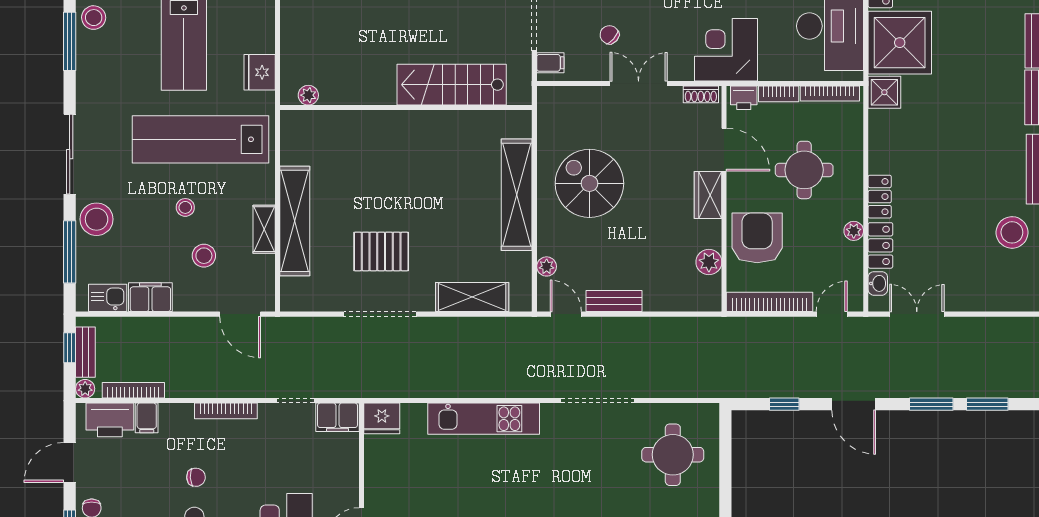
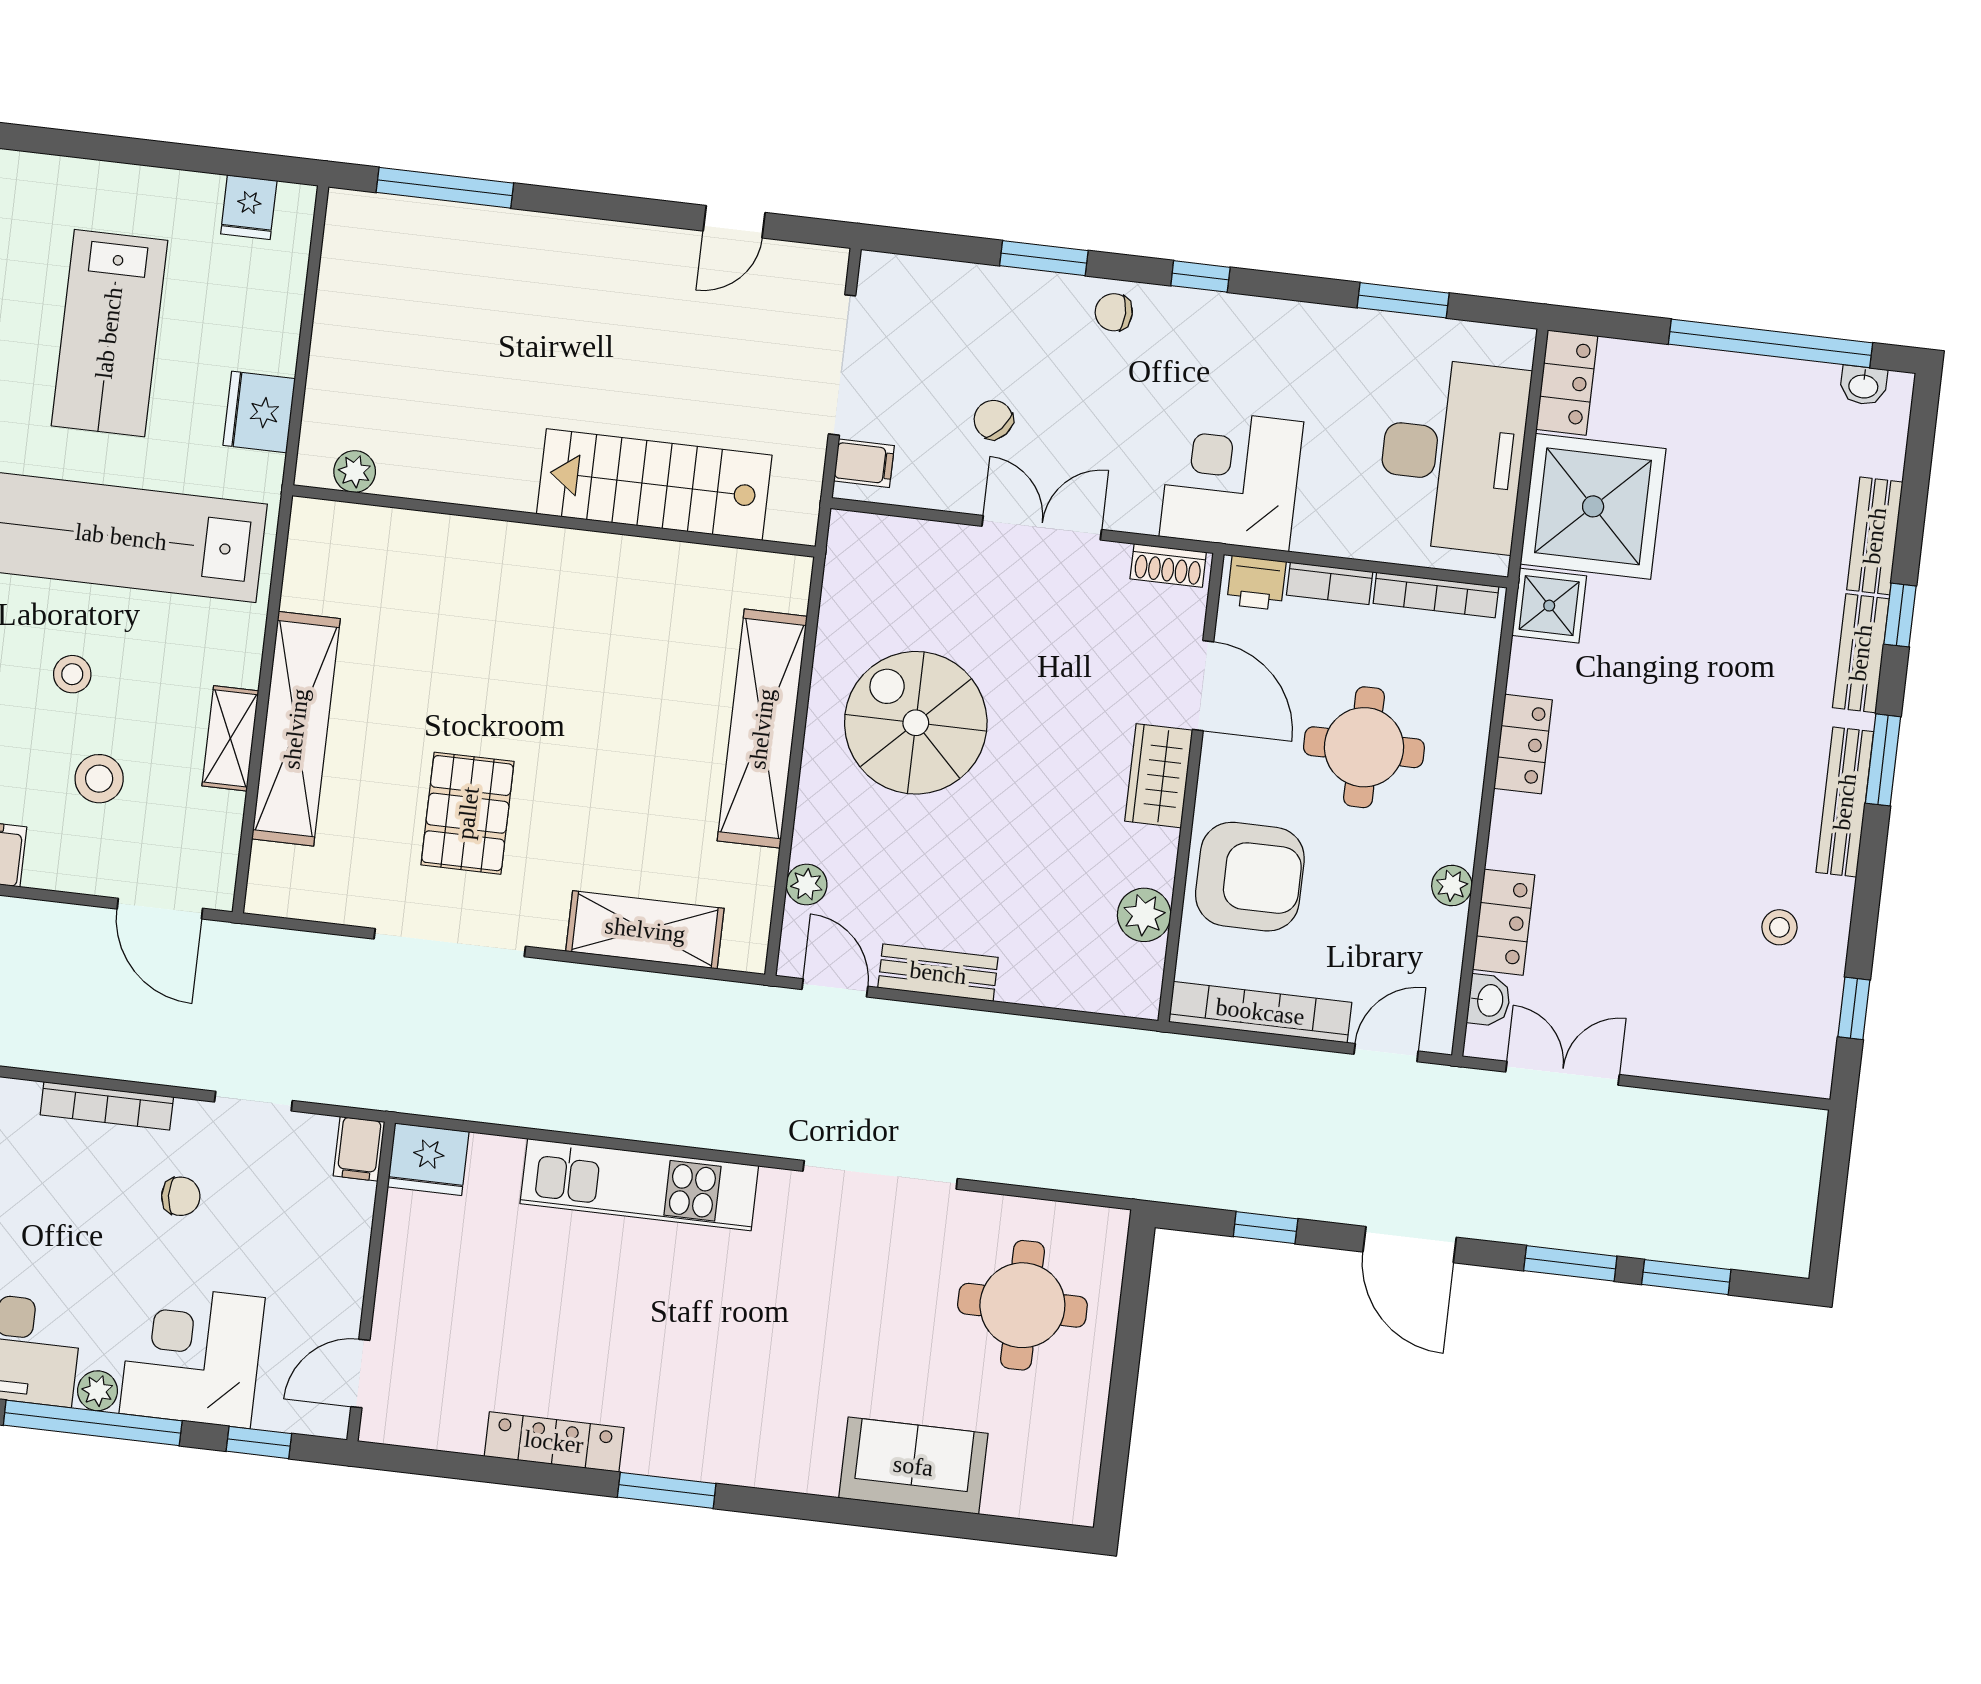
locker: (880, 197) -> (1523, 744), moved
stool: (1012, 232) -> (1779, 927), width x0.53, depth x0.53
armchair: (757, 238) -> (1250, 877), turned 90
pallet: (381, 251) -> (468, 813), turned 90
filing cabinet: (338, 417) -> (359, 1149), width x0.50
chair: (196, 477) -> (181, 1196), moved

